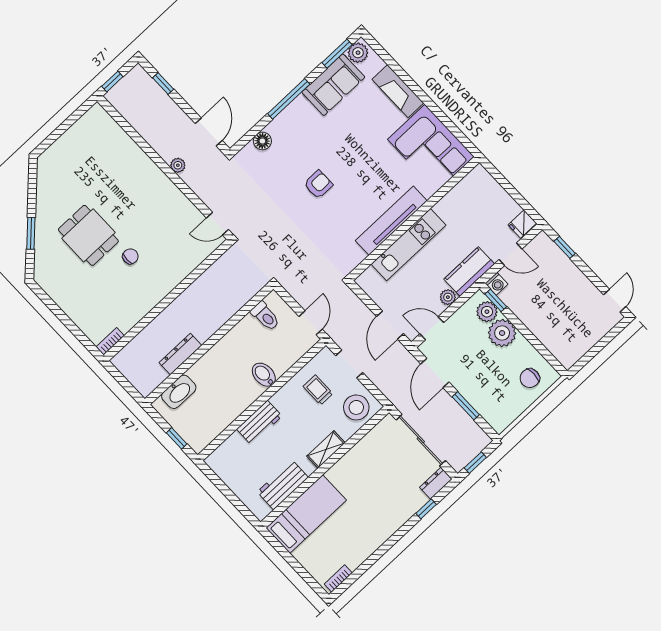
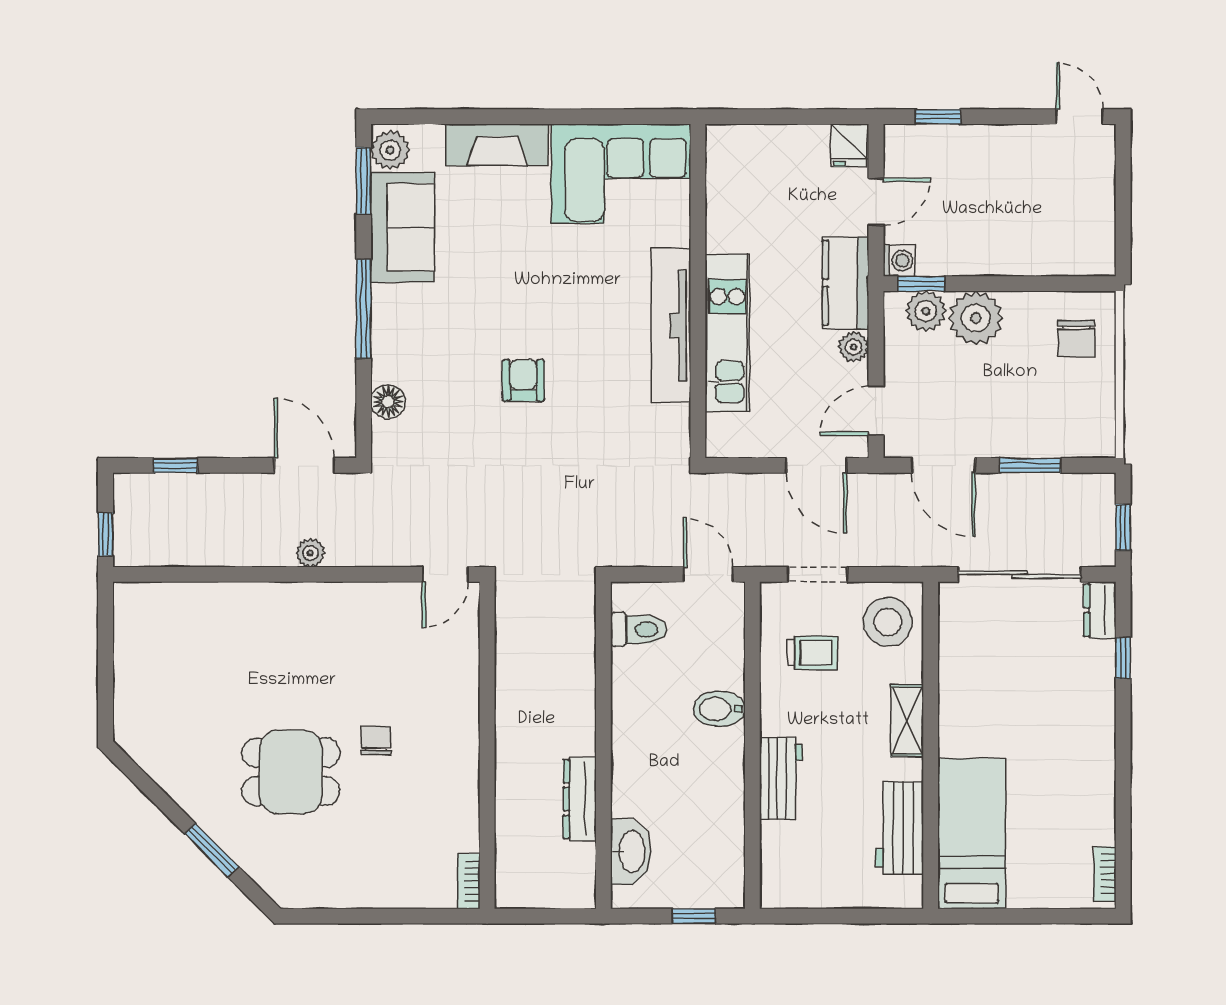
trolley: (318, 390) -> (813, 653), turned 180

